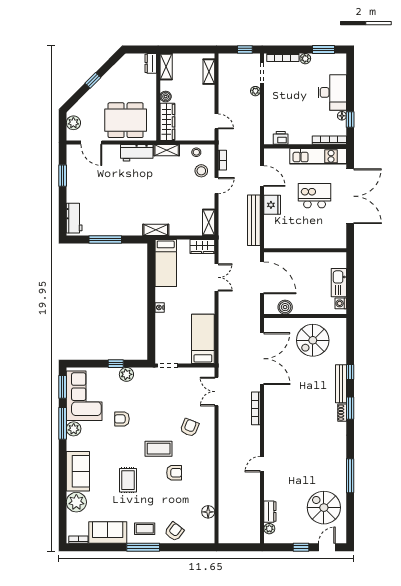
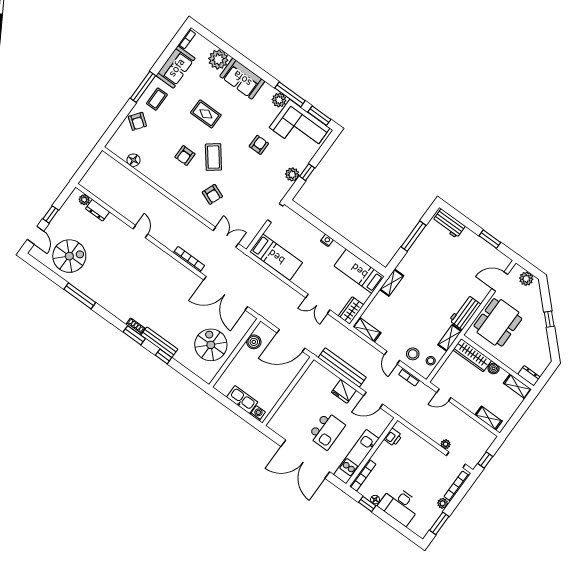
washing machine: (341, 303) -> (258, 413), moved
coffee table: (159, 449) -> (213, 157), turned -38

